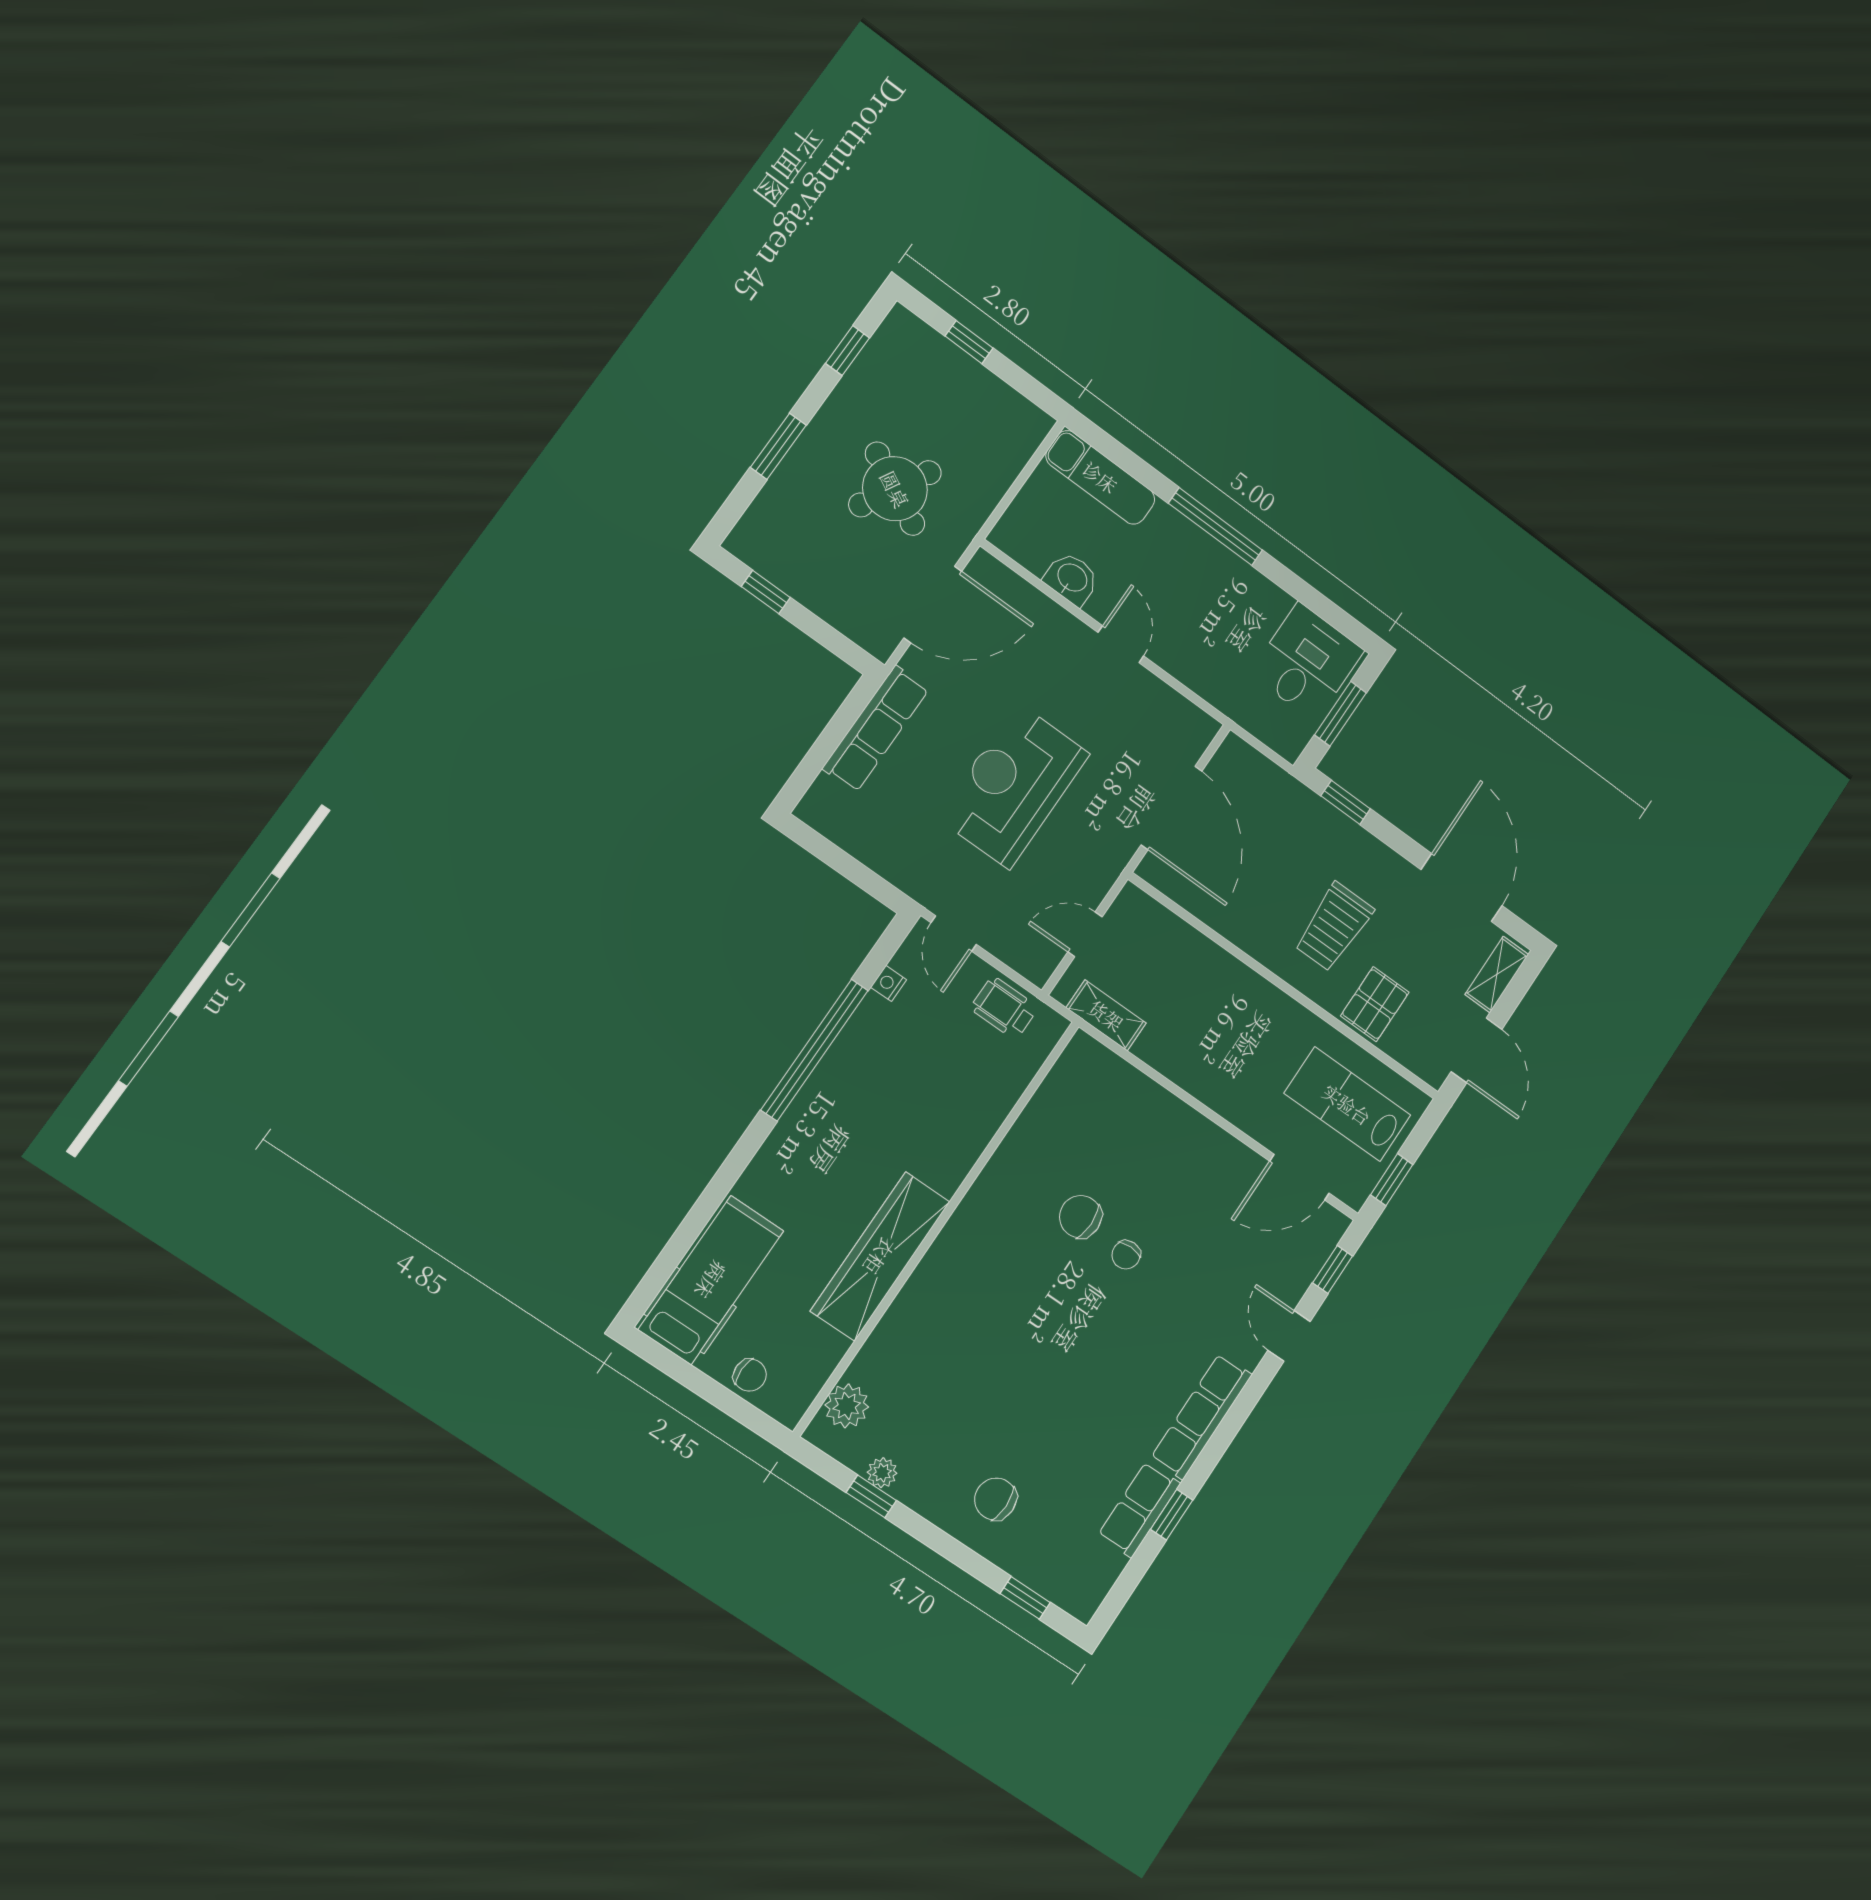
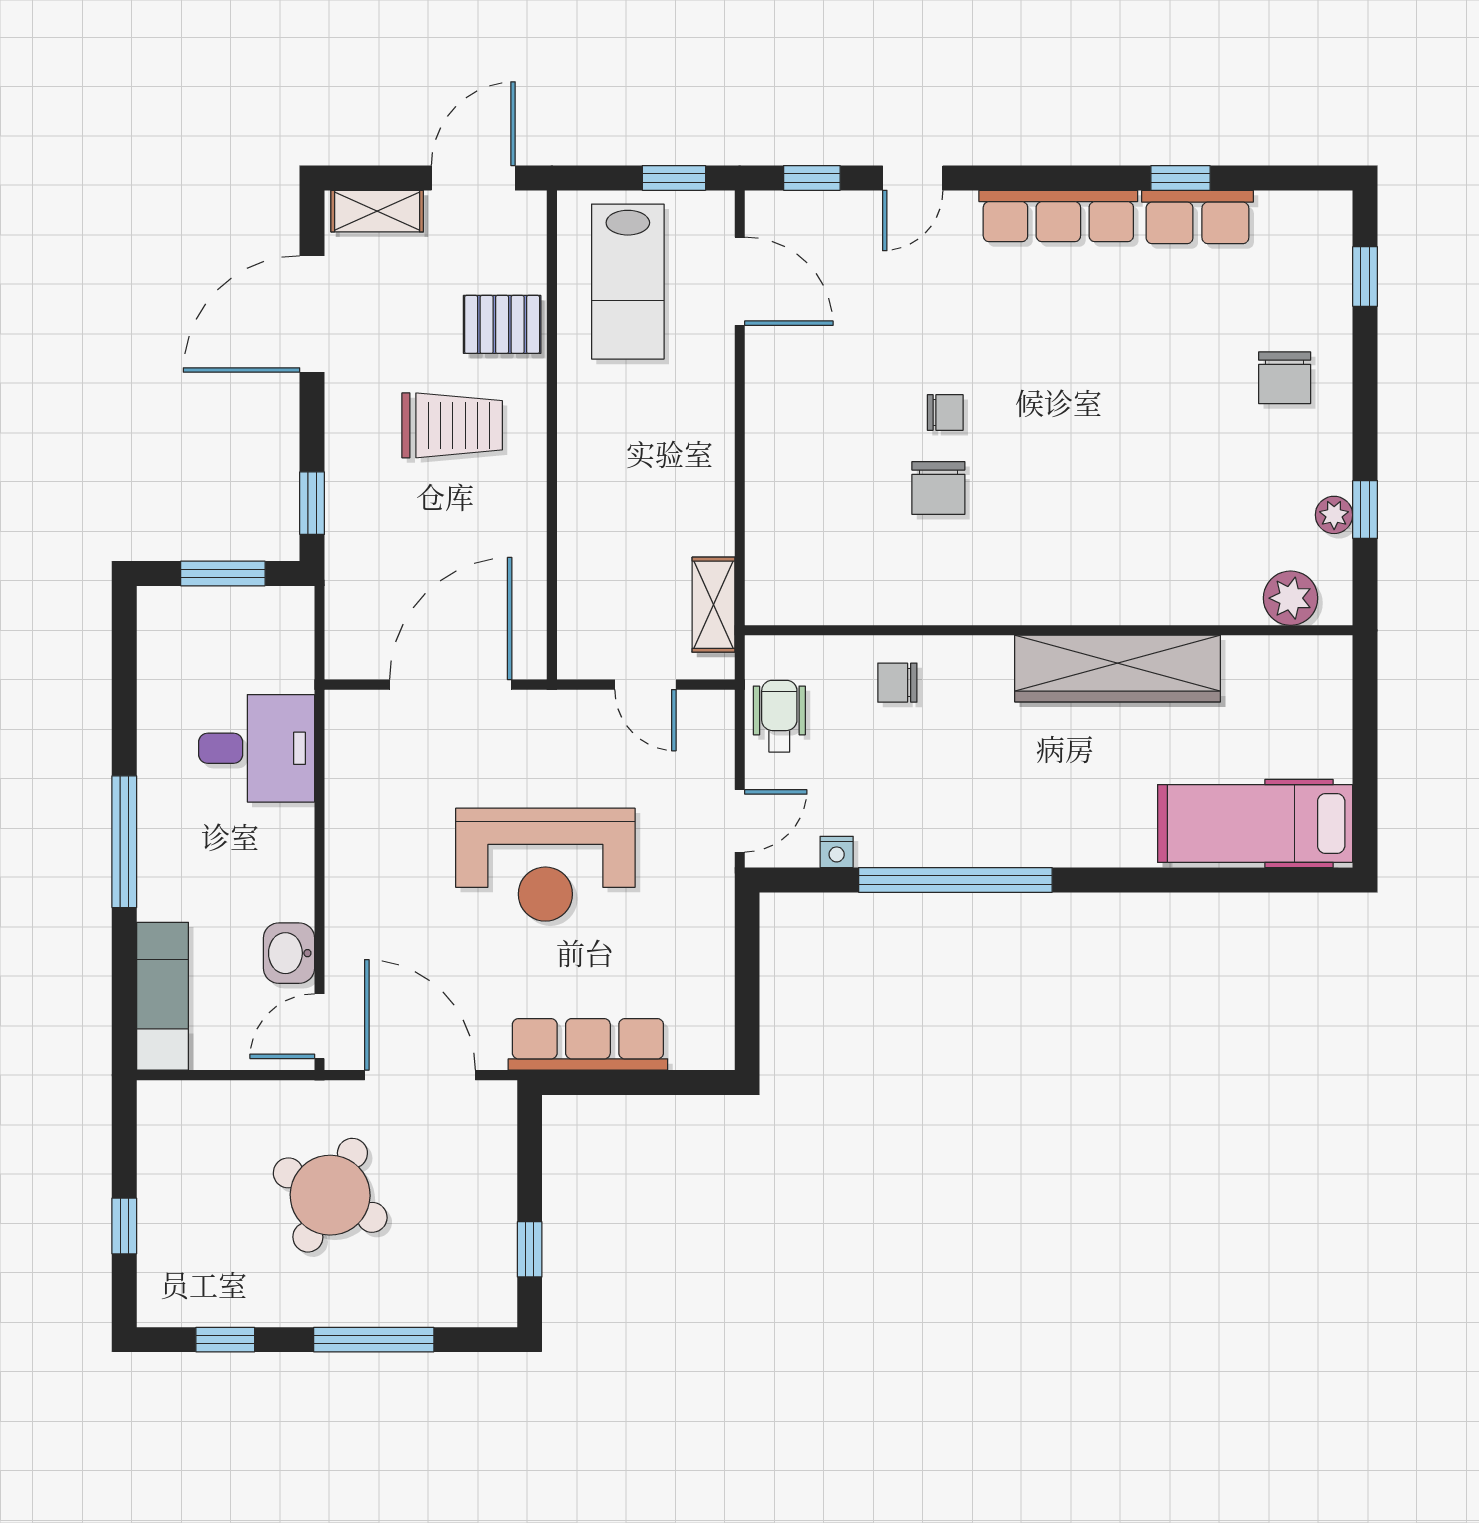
window: (778, 446) -> (374, 1340), width x1.44
door: (1121, 644) -> (320, 1026), moved
desk: (1307, 662) -> (257, 748), moved, turned 180
wheelchair: (1004, 1008) -> (779, 716), turned 180
chair: (750, 1375) -> (897, 683), moved, turned -90

